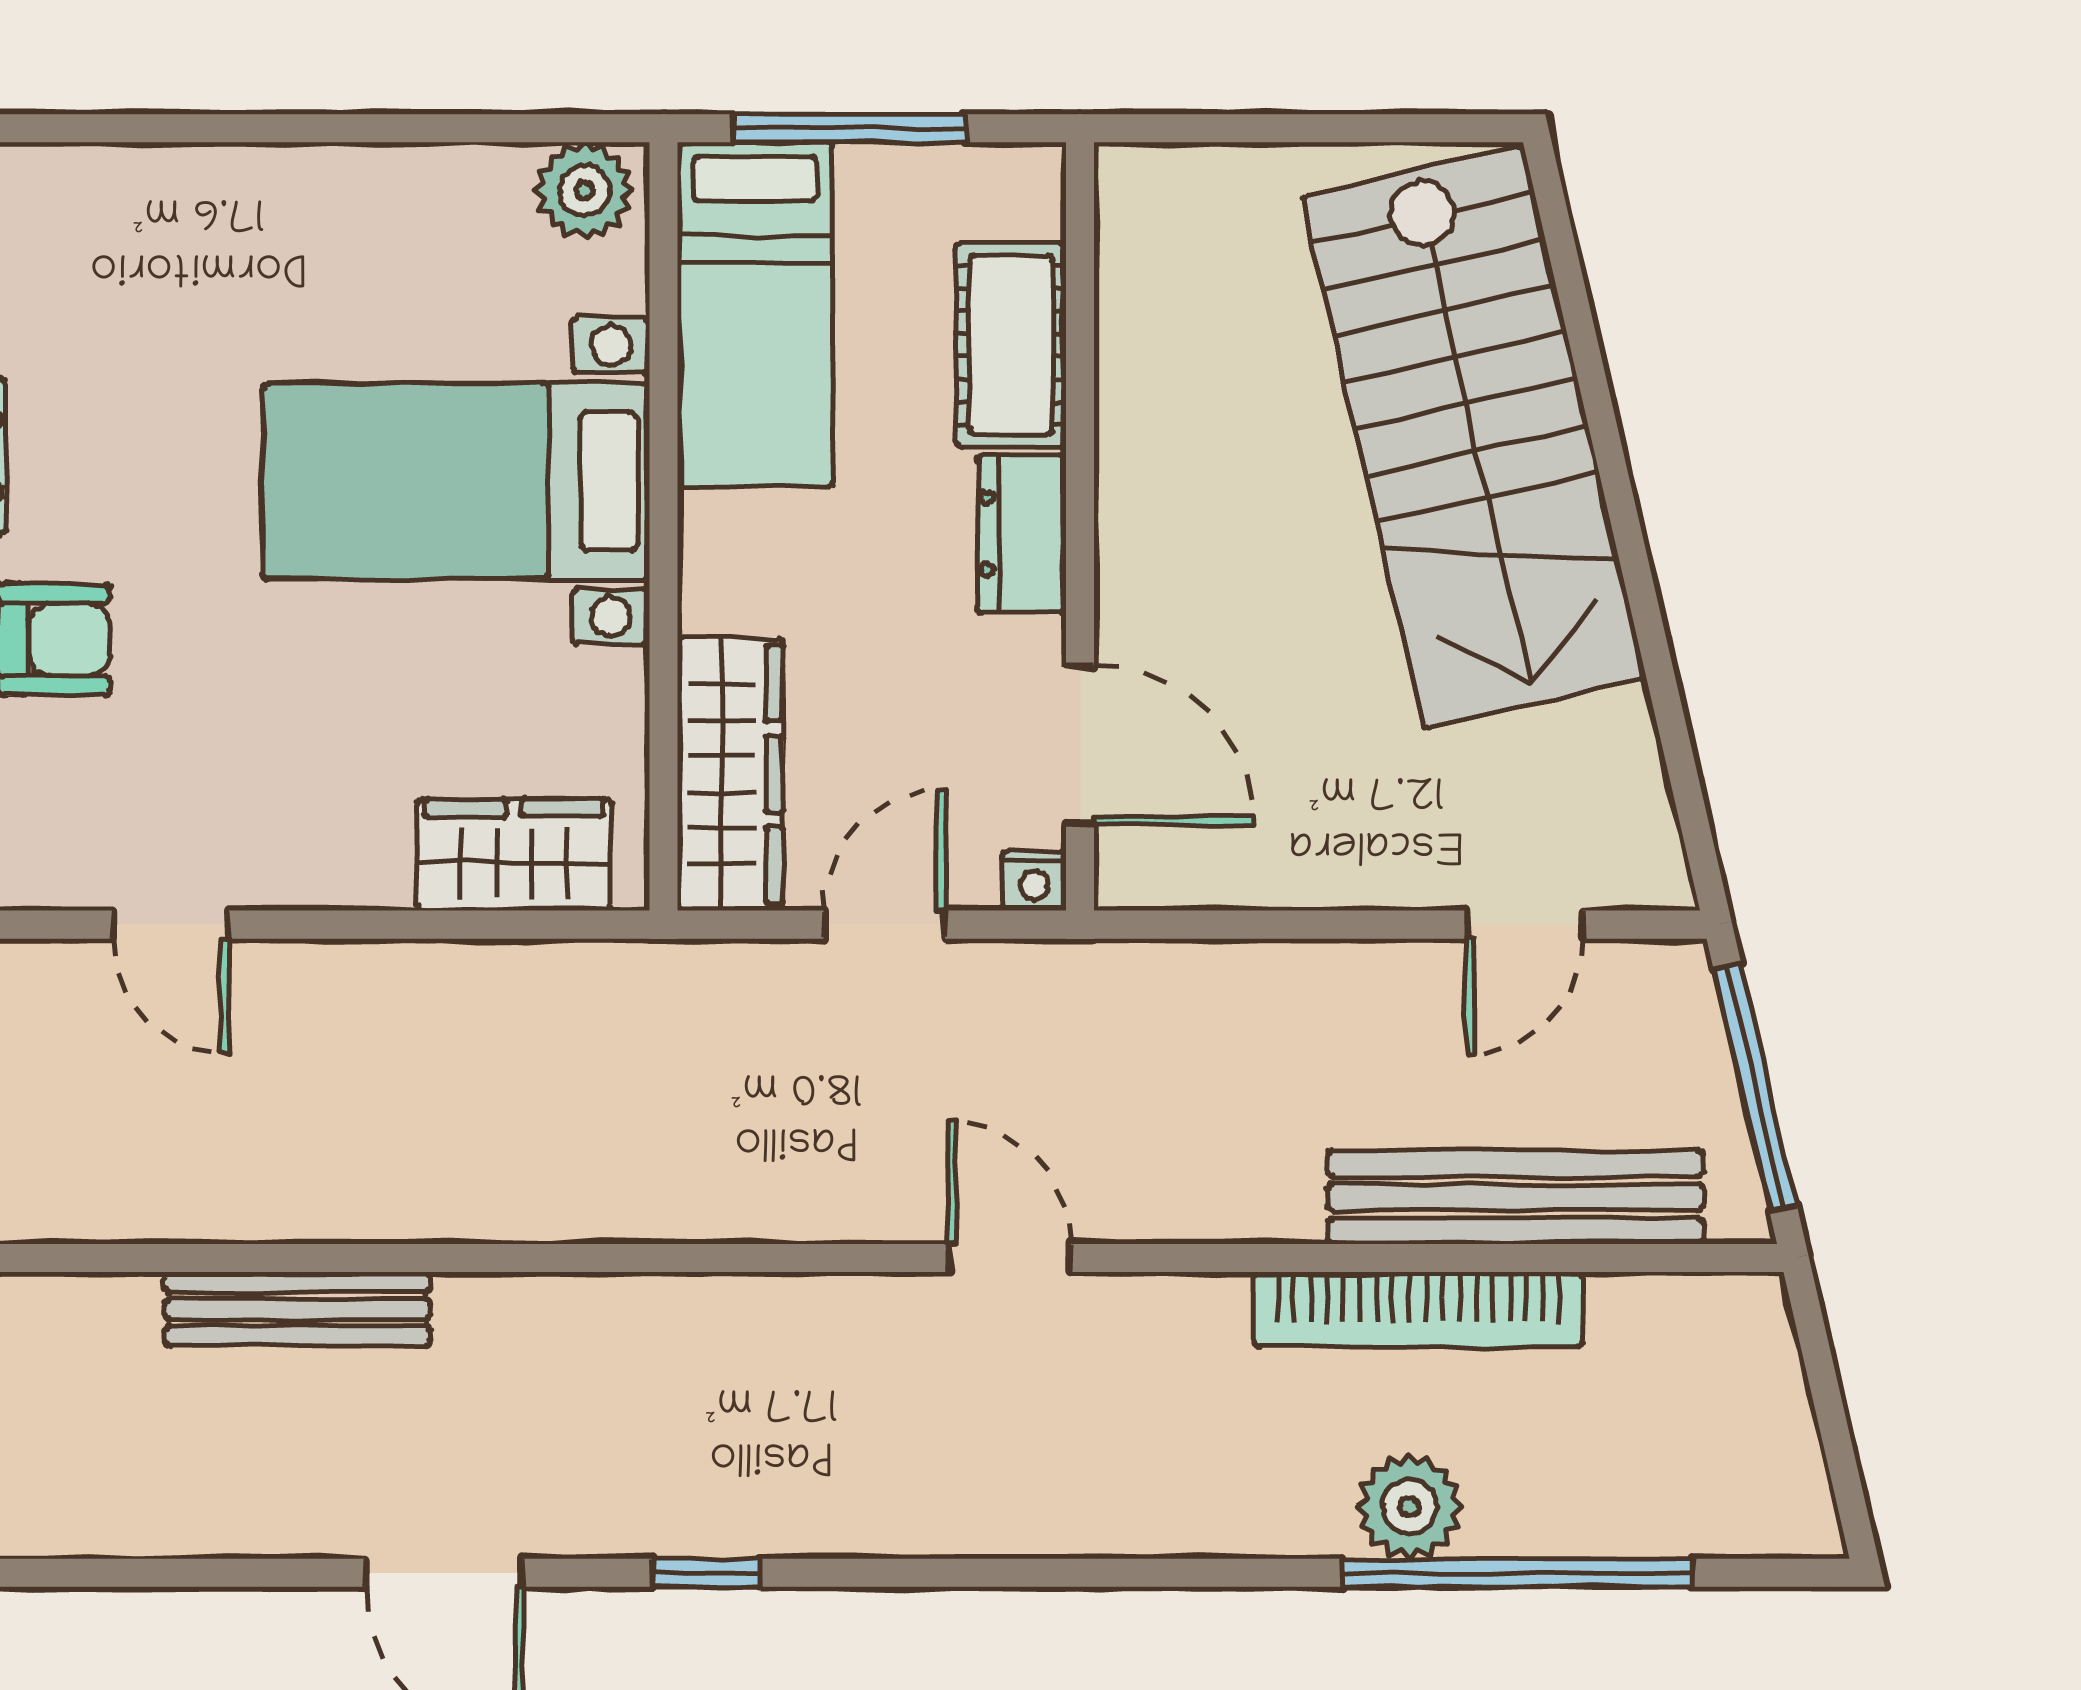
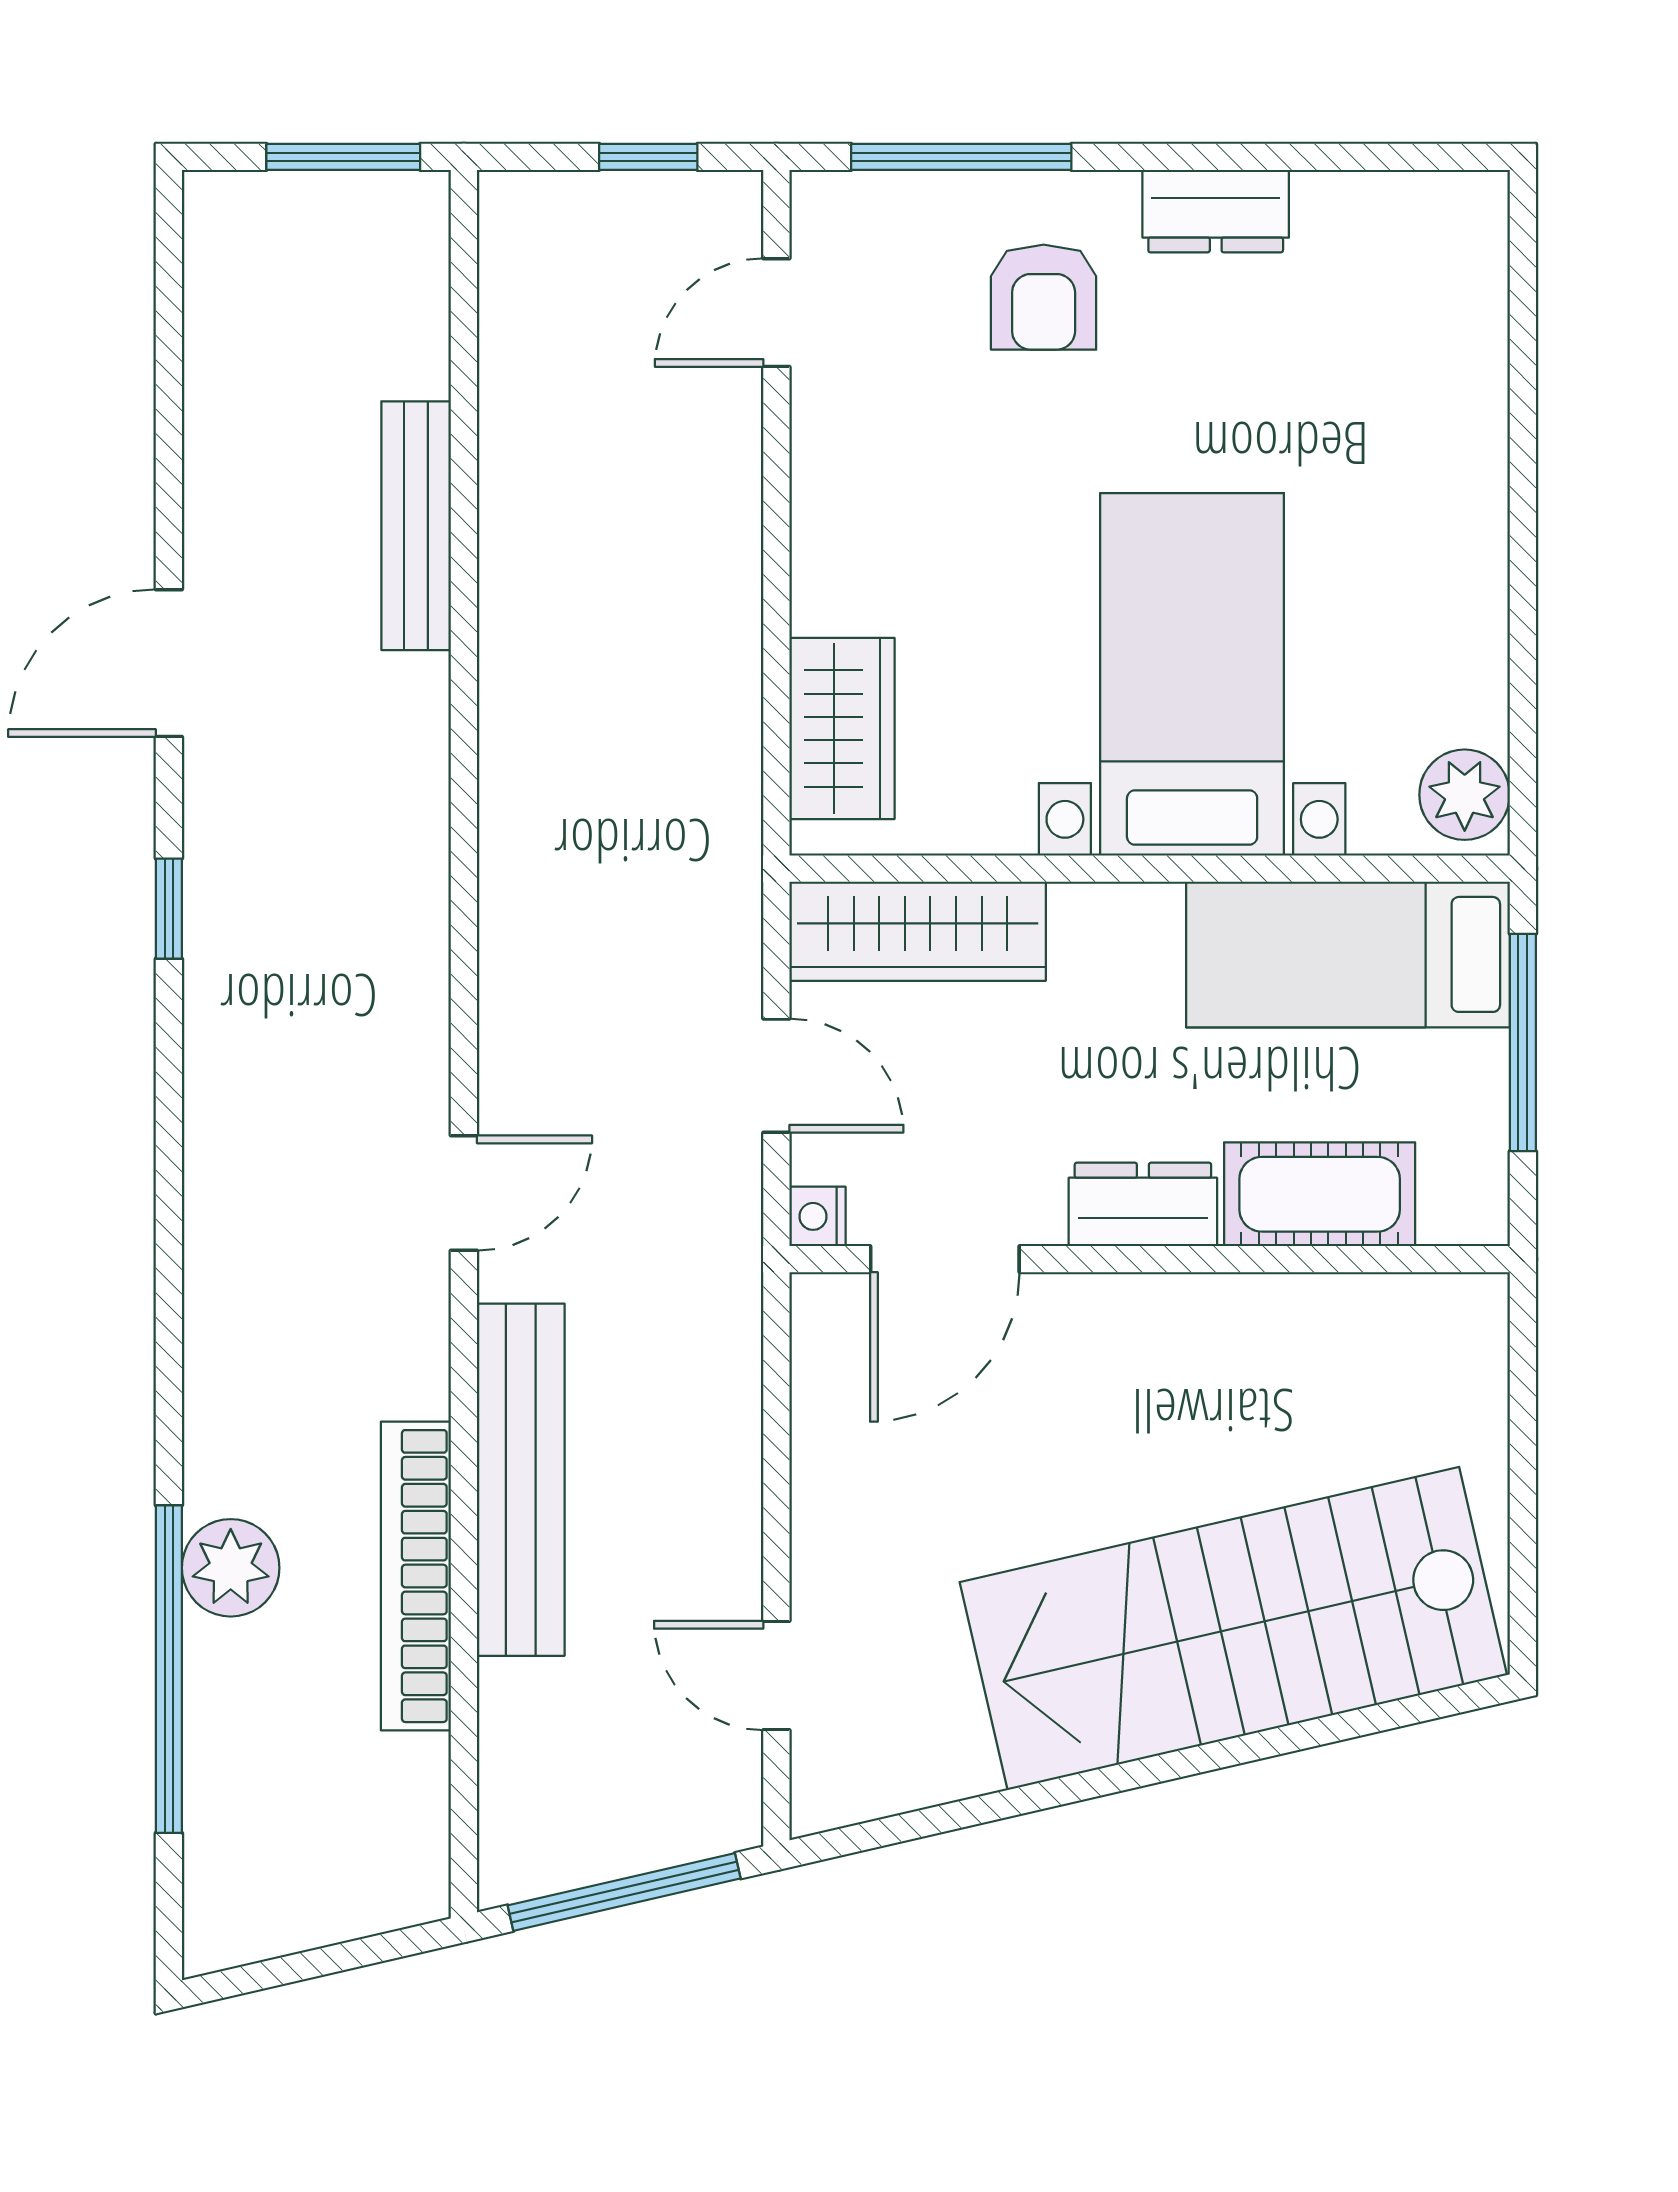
door: (171, 925) -> (776, 313), moved
bench: (1515, 1197) -> (521, 1480), moved

